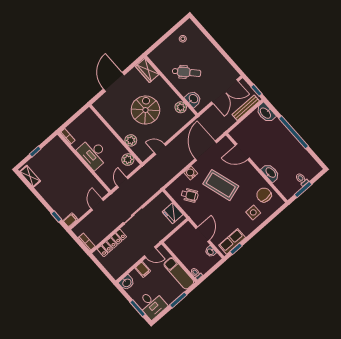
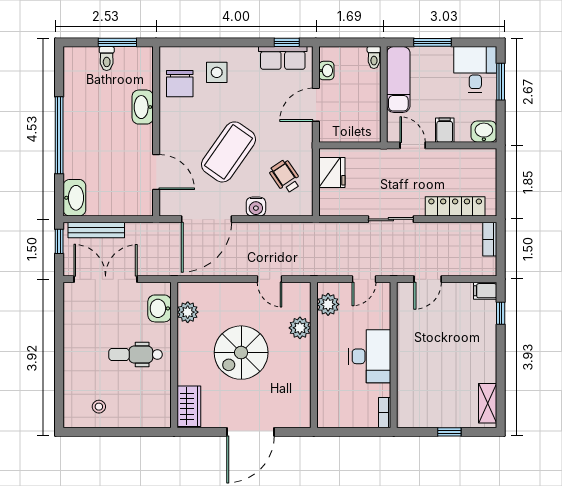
dental chair: (187, 72) -> (135, 355), turned -47
coffee table: (221, 185) -> (228, 152), turned 52

